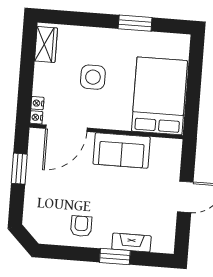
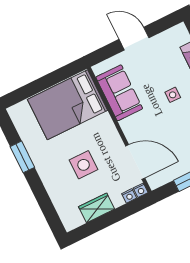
wardrobe: (46, 44) -> (97, 208), moved
sofa: (122, 151) -> (119, 93), moved
side table: (109, 202) -> (173, 95), added

